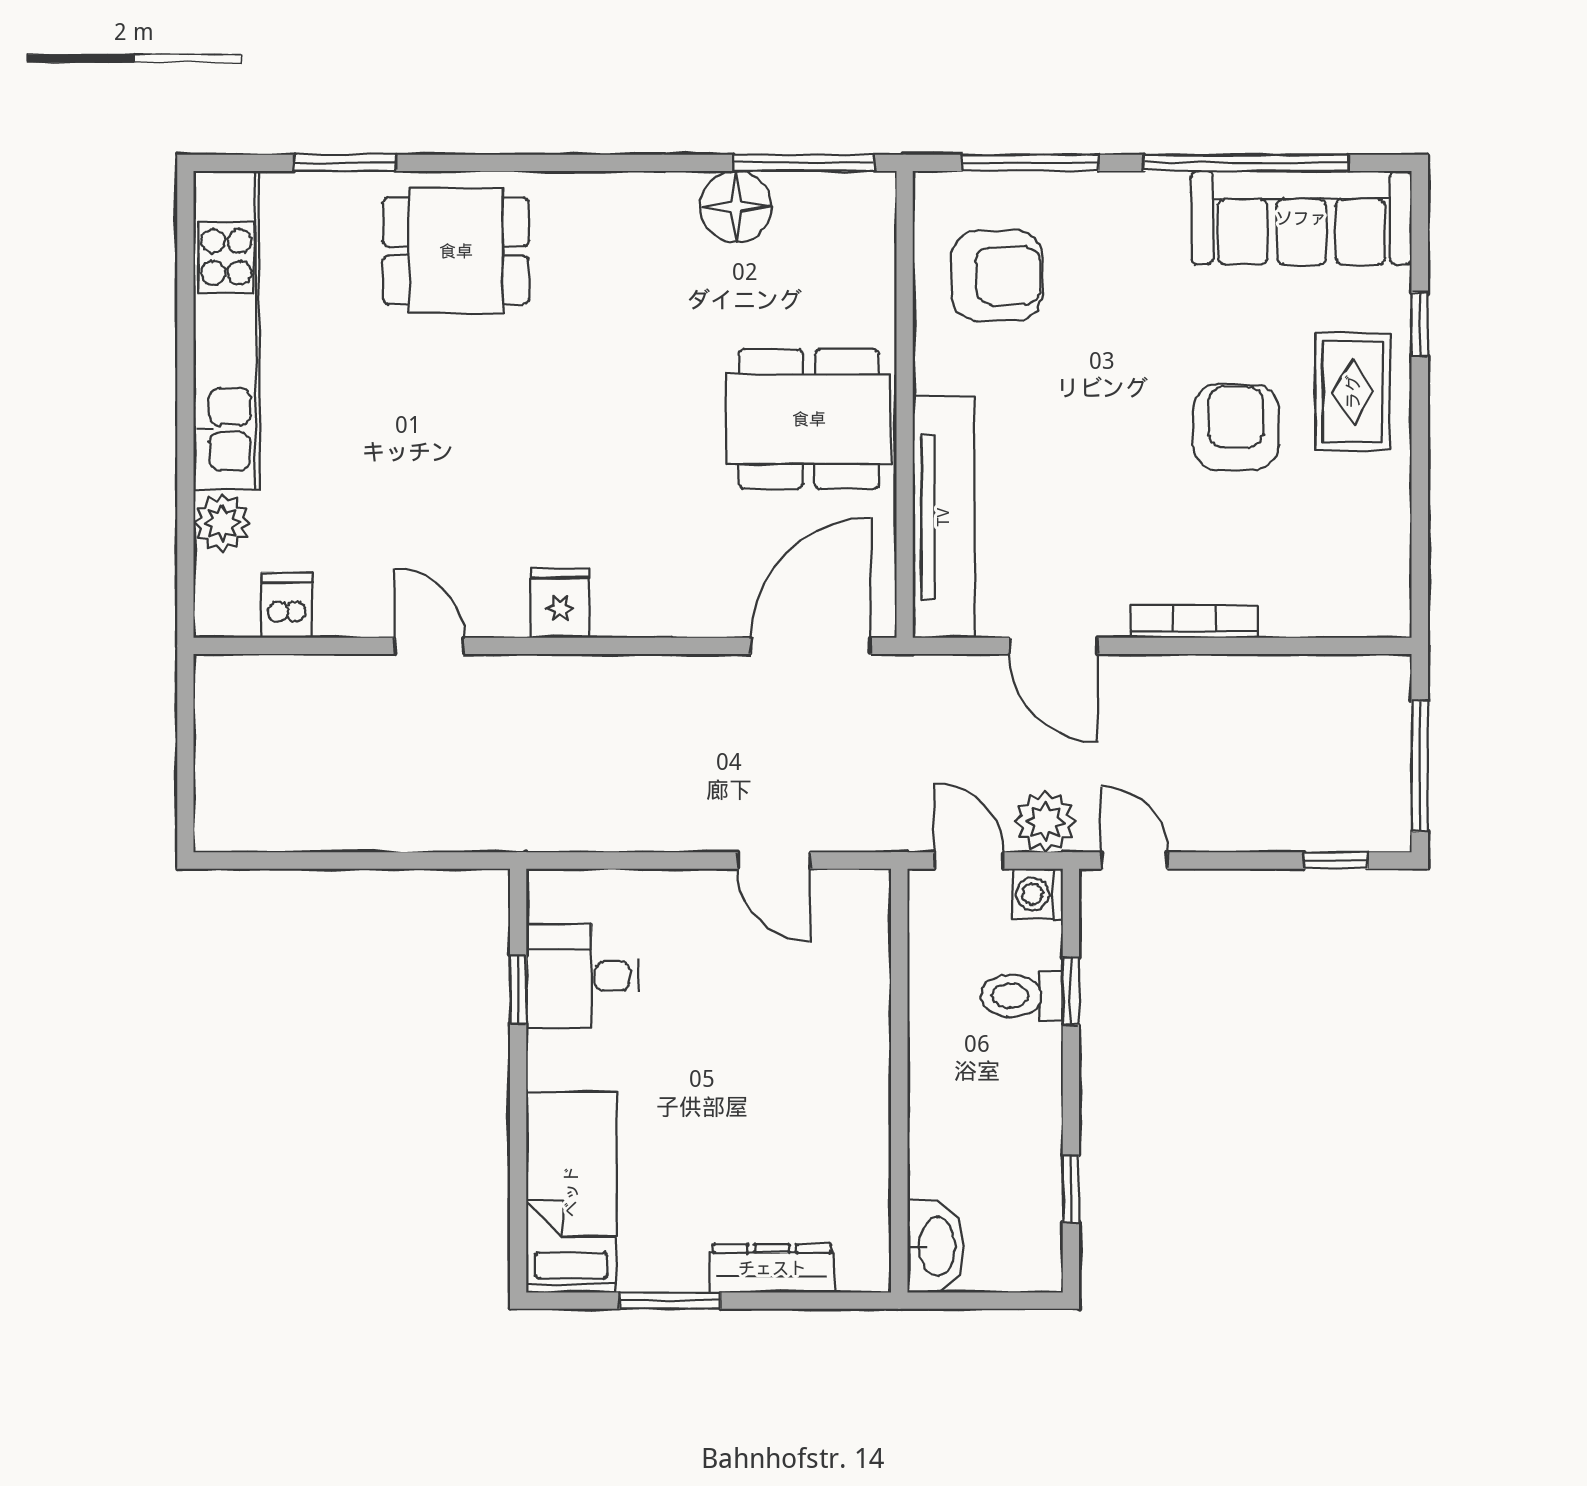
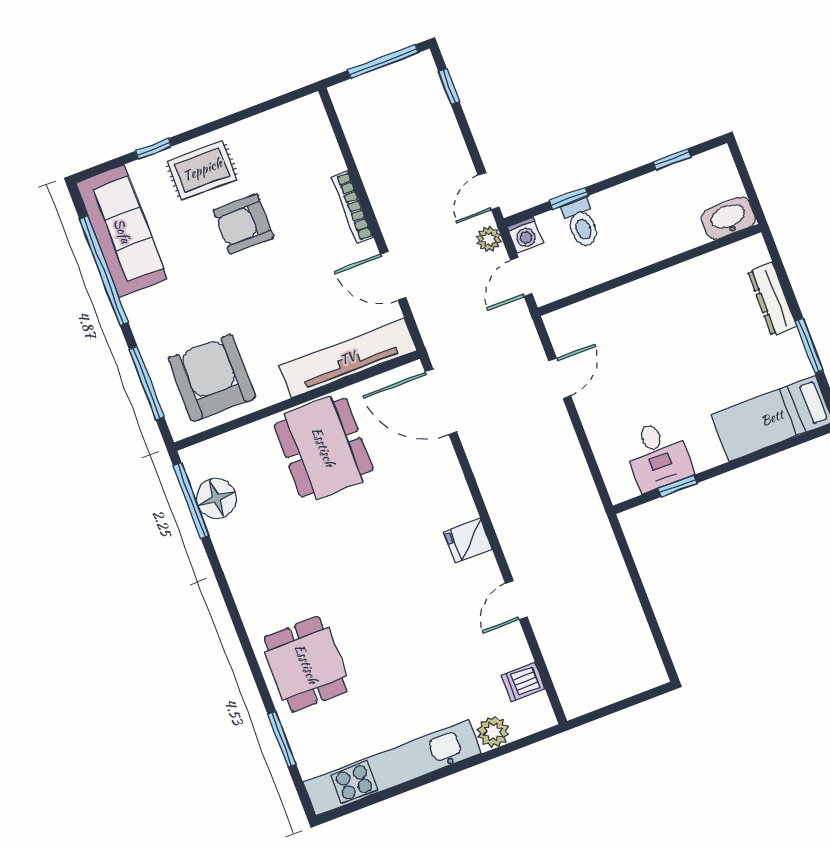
floor lamp: (736, 207) -> (216, 498), moved
armchair: (997, 276) -> (212, 378), width x1.36, depth x1.36
door: (1053, 646) -> (393, 276), swing flipped
plant: (1045, 822) -> (489, 239), width x0.73, depth x0.73

